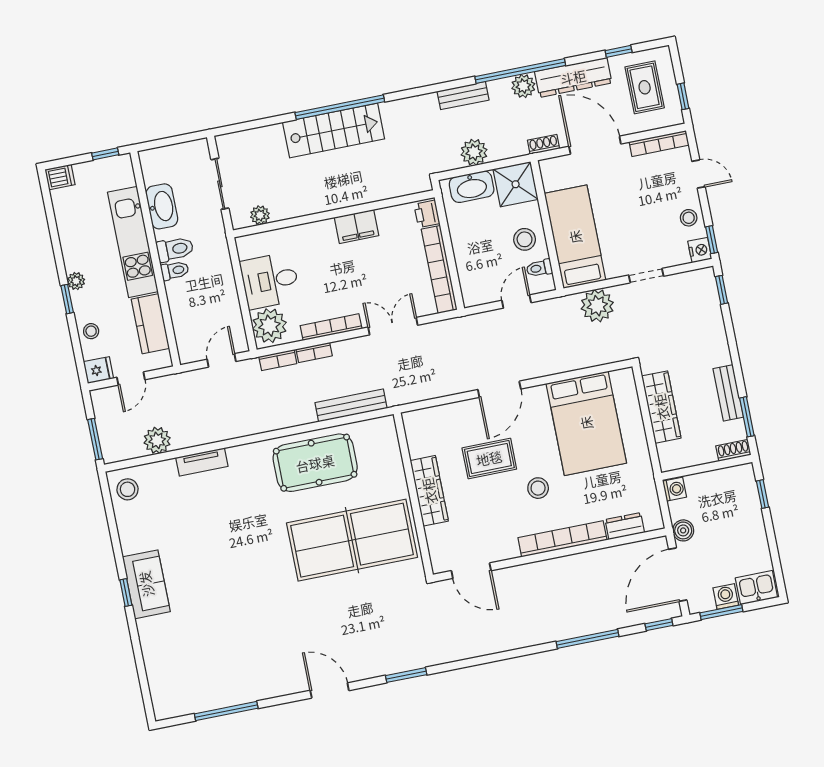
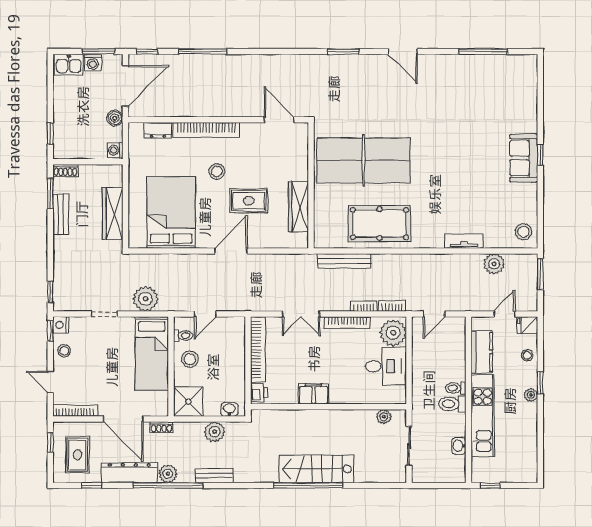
dishwasher: (60, 177) -> (527, 475), removed
washbasin: (472, 187) -> (229, 409), width x0.52, depth x0.69
washbasin: (162, 206) -> (459, 446), width x0.52, depth x0.69
wardrobe: (429, 491) -> (298, 207), moved

